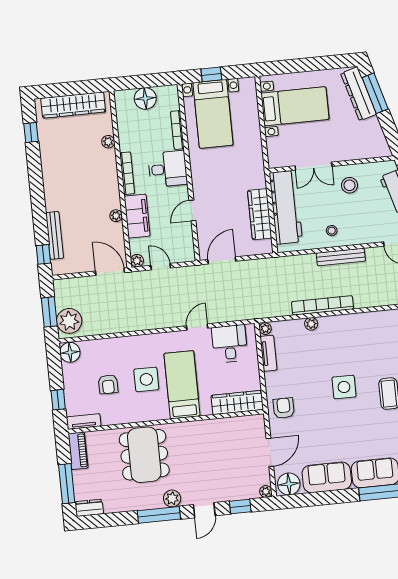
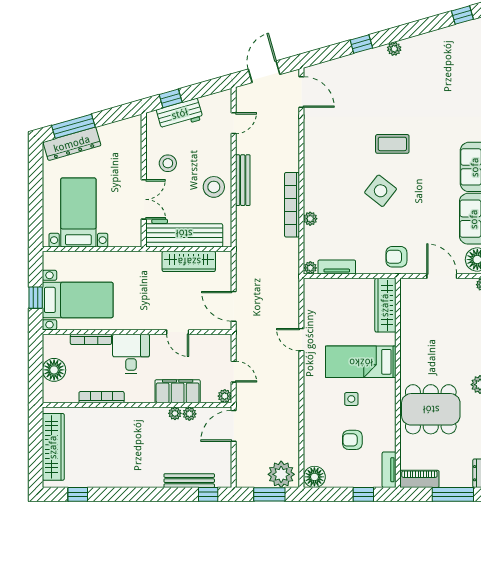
plant: (108, 142) -> (189, 414), moved
bookcase: (127, 173) -> (102, 397), moved
stool: (332, 231) -> (214, 187), width x1.89, depth x1.89
door: (161, 267) -> (234, 372), swing flipped
desk: (230, 344) -> (323, 307), removed
side table: (146, 379) -> (351, 399), width x0.54, depth x0.54
armchair: (108, 384) -> (352, 440), turned 180
side table: (344, 387) -> (381, 191), turned 38

